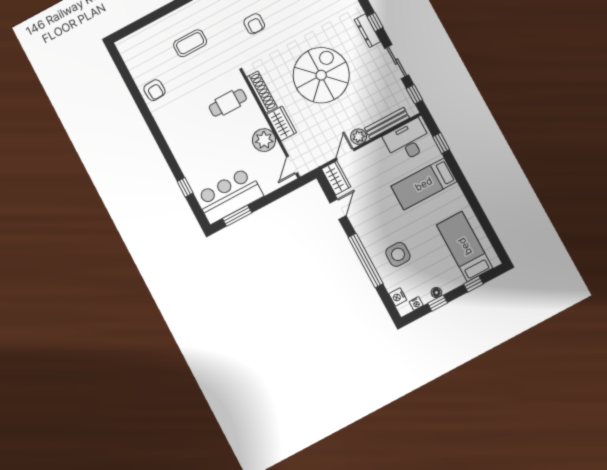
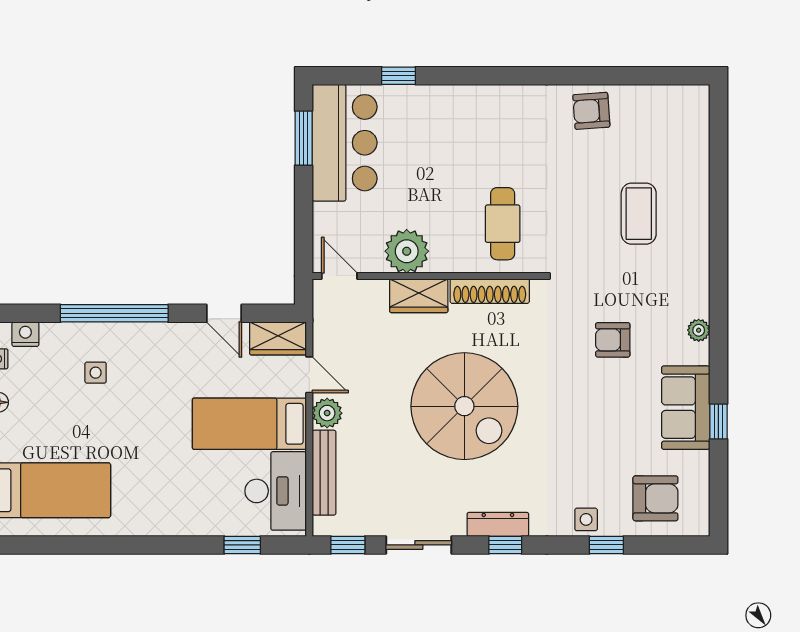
bed: (424, 184) -> (249, 424), moved, turned -90
side table: (398, 254) -> (96, 373), width x0.54, depth x0.54

